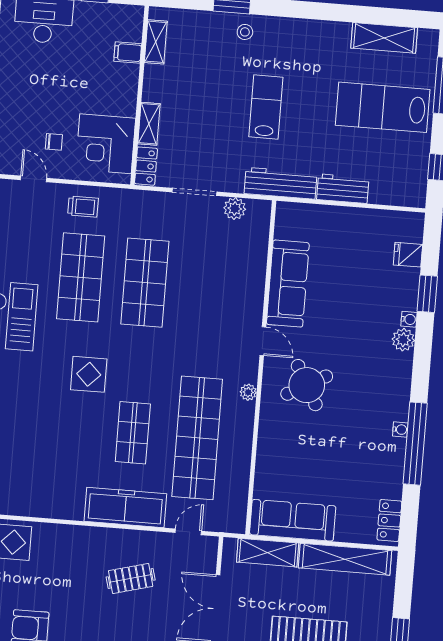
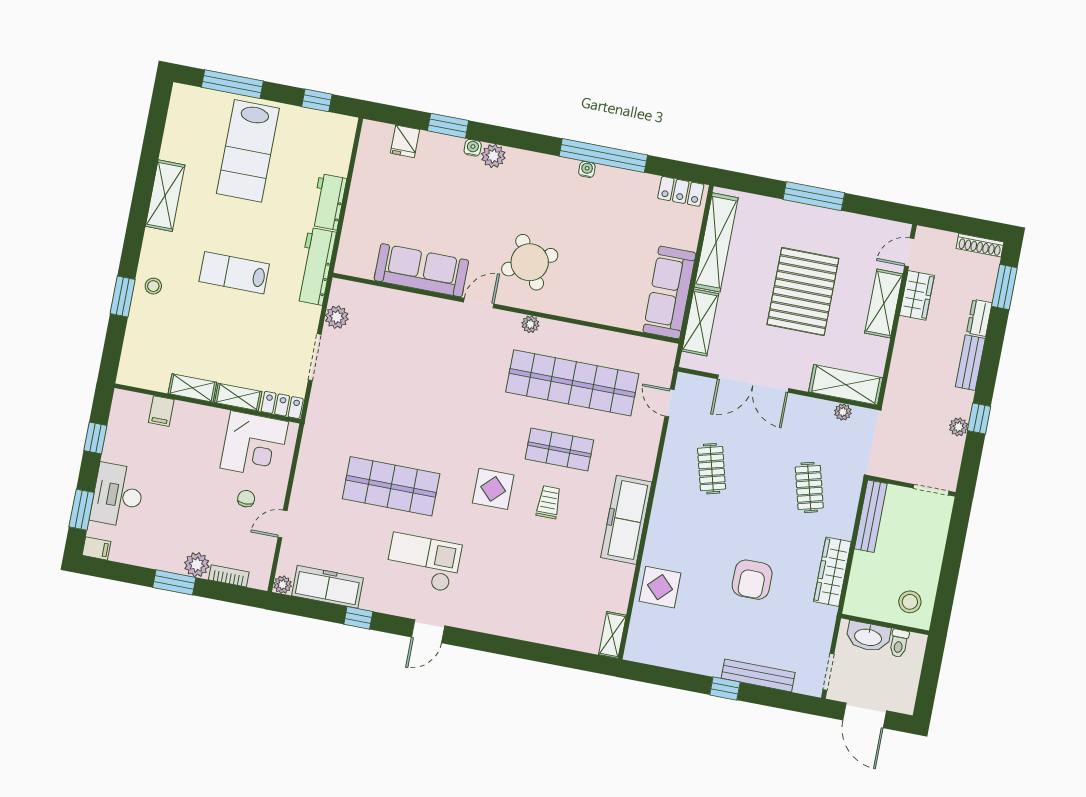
shelving: (384, 38) -> (165, 196), moved
shelving: (156, 42) -> (192, 388), moved
trolley: (83, 207) -> (549, 502), moved
shop shelf: (145, 283) -> (404, 420), removed
freezer: (125, 507) -> (626, 520), moved

